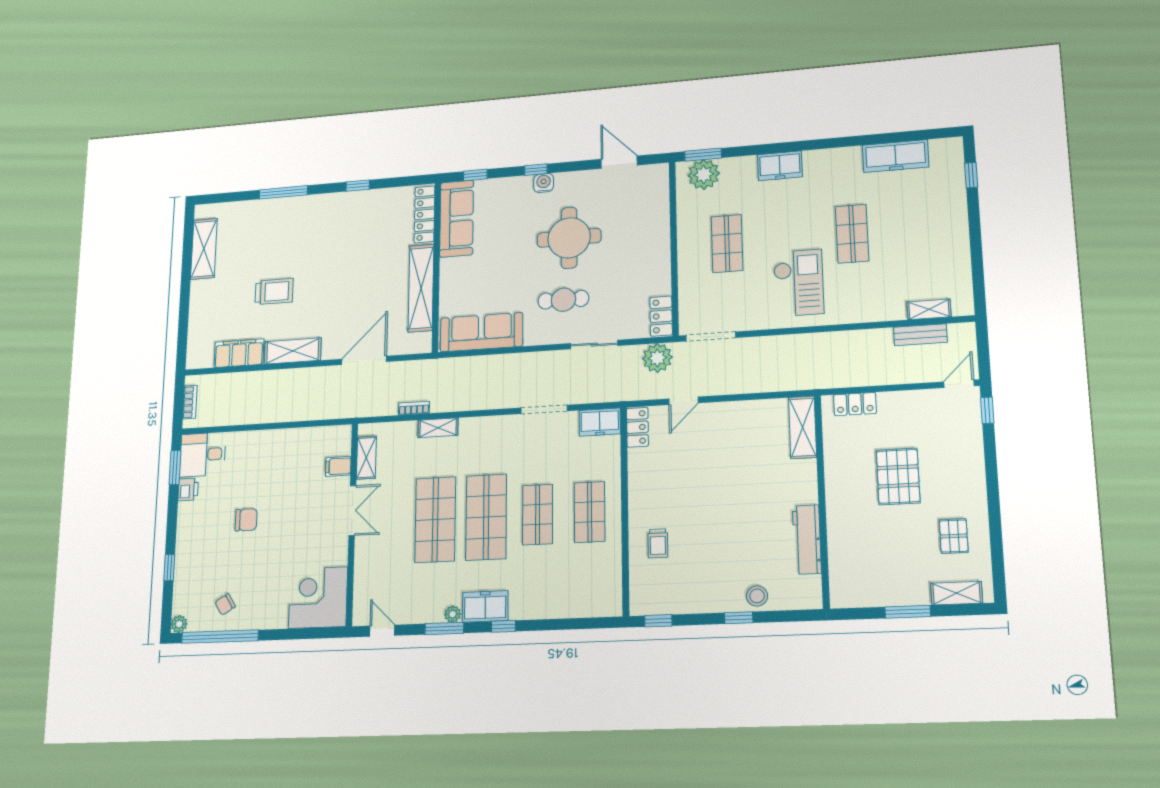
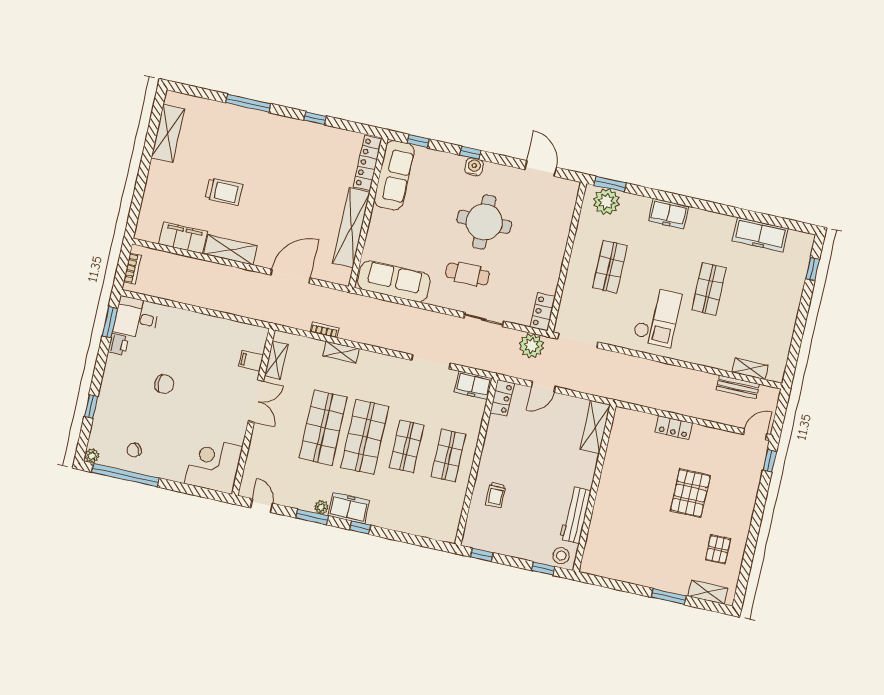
shelving: (803, 427) -> (595, 427), moved
wall: (822, 501) -> (594, 488), moved
workbench: (807, 540) -> (575, 515), moved

